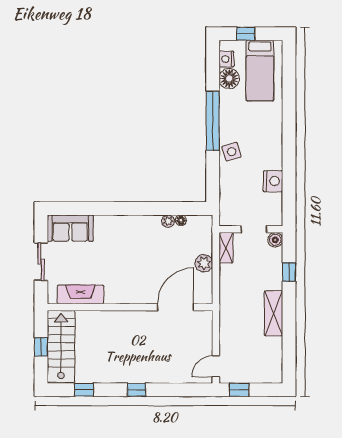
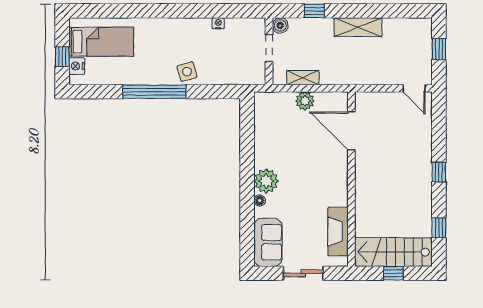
nightstand: (226, 59) -> (77, 66), moved, turned 90
floor lamp: (229, 79) -> (110, 74), removed
nightstand: (273, 181) -> (218, 23), width x0.53, depth x0.56
floor lamp: (181, 220) -> (260, 201), moved
plant: (168, 221) -> (266, 181), moved, width x1.88, depth x1.88
shelving: (226, 248) -> (303, 78), moved
window: (239, 390) -> (439, 49), moved

